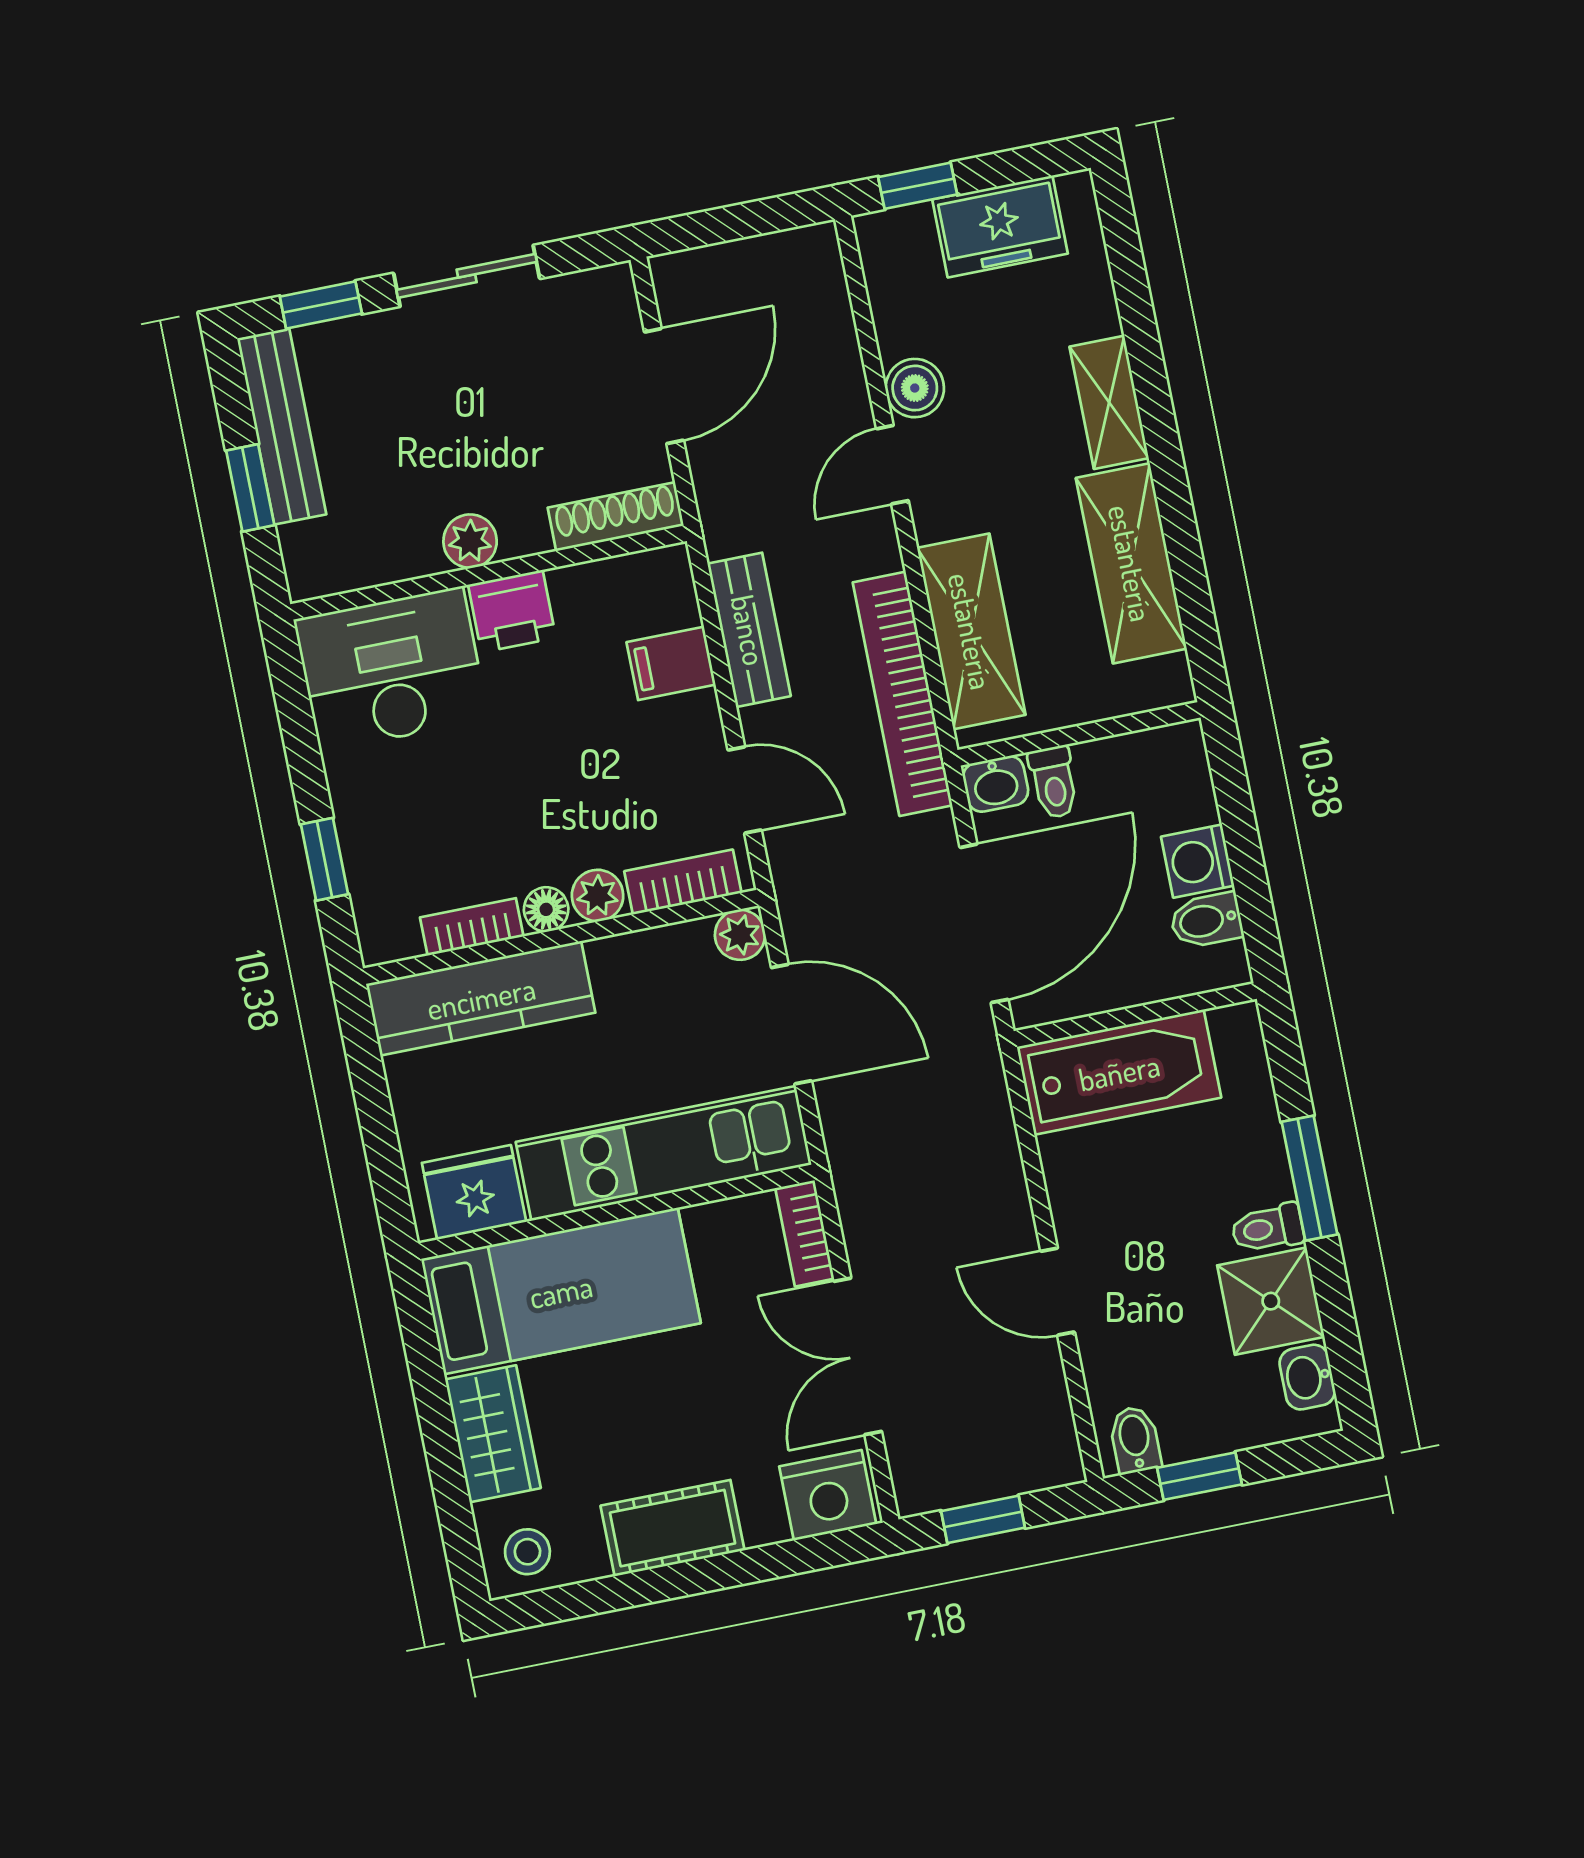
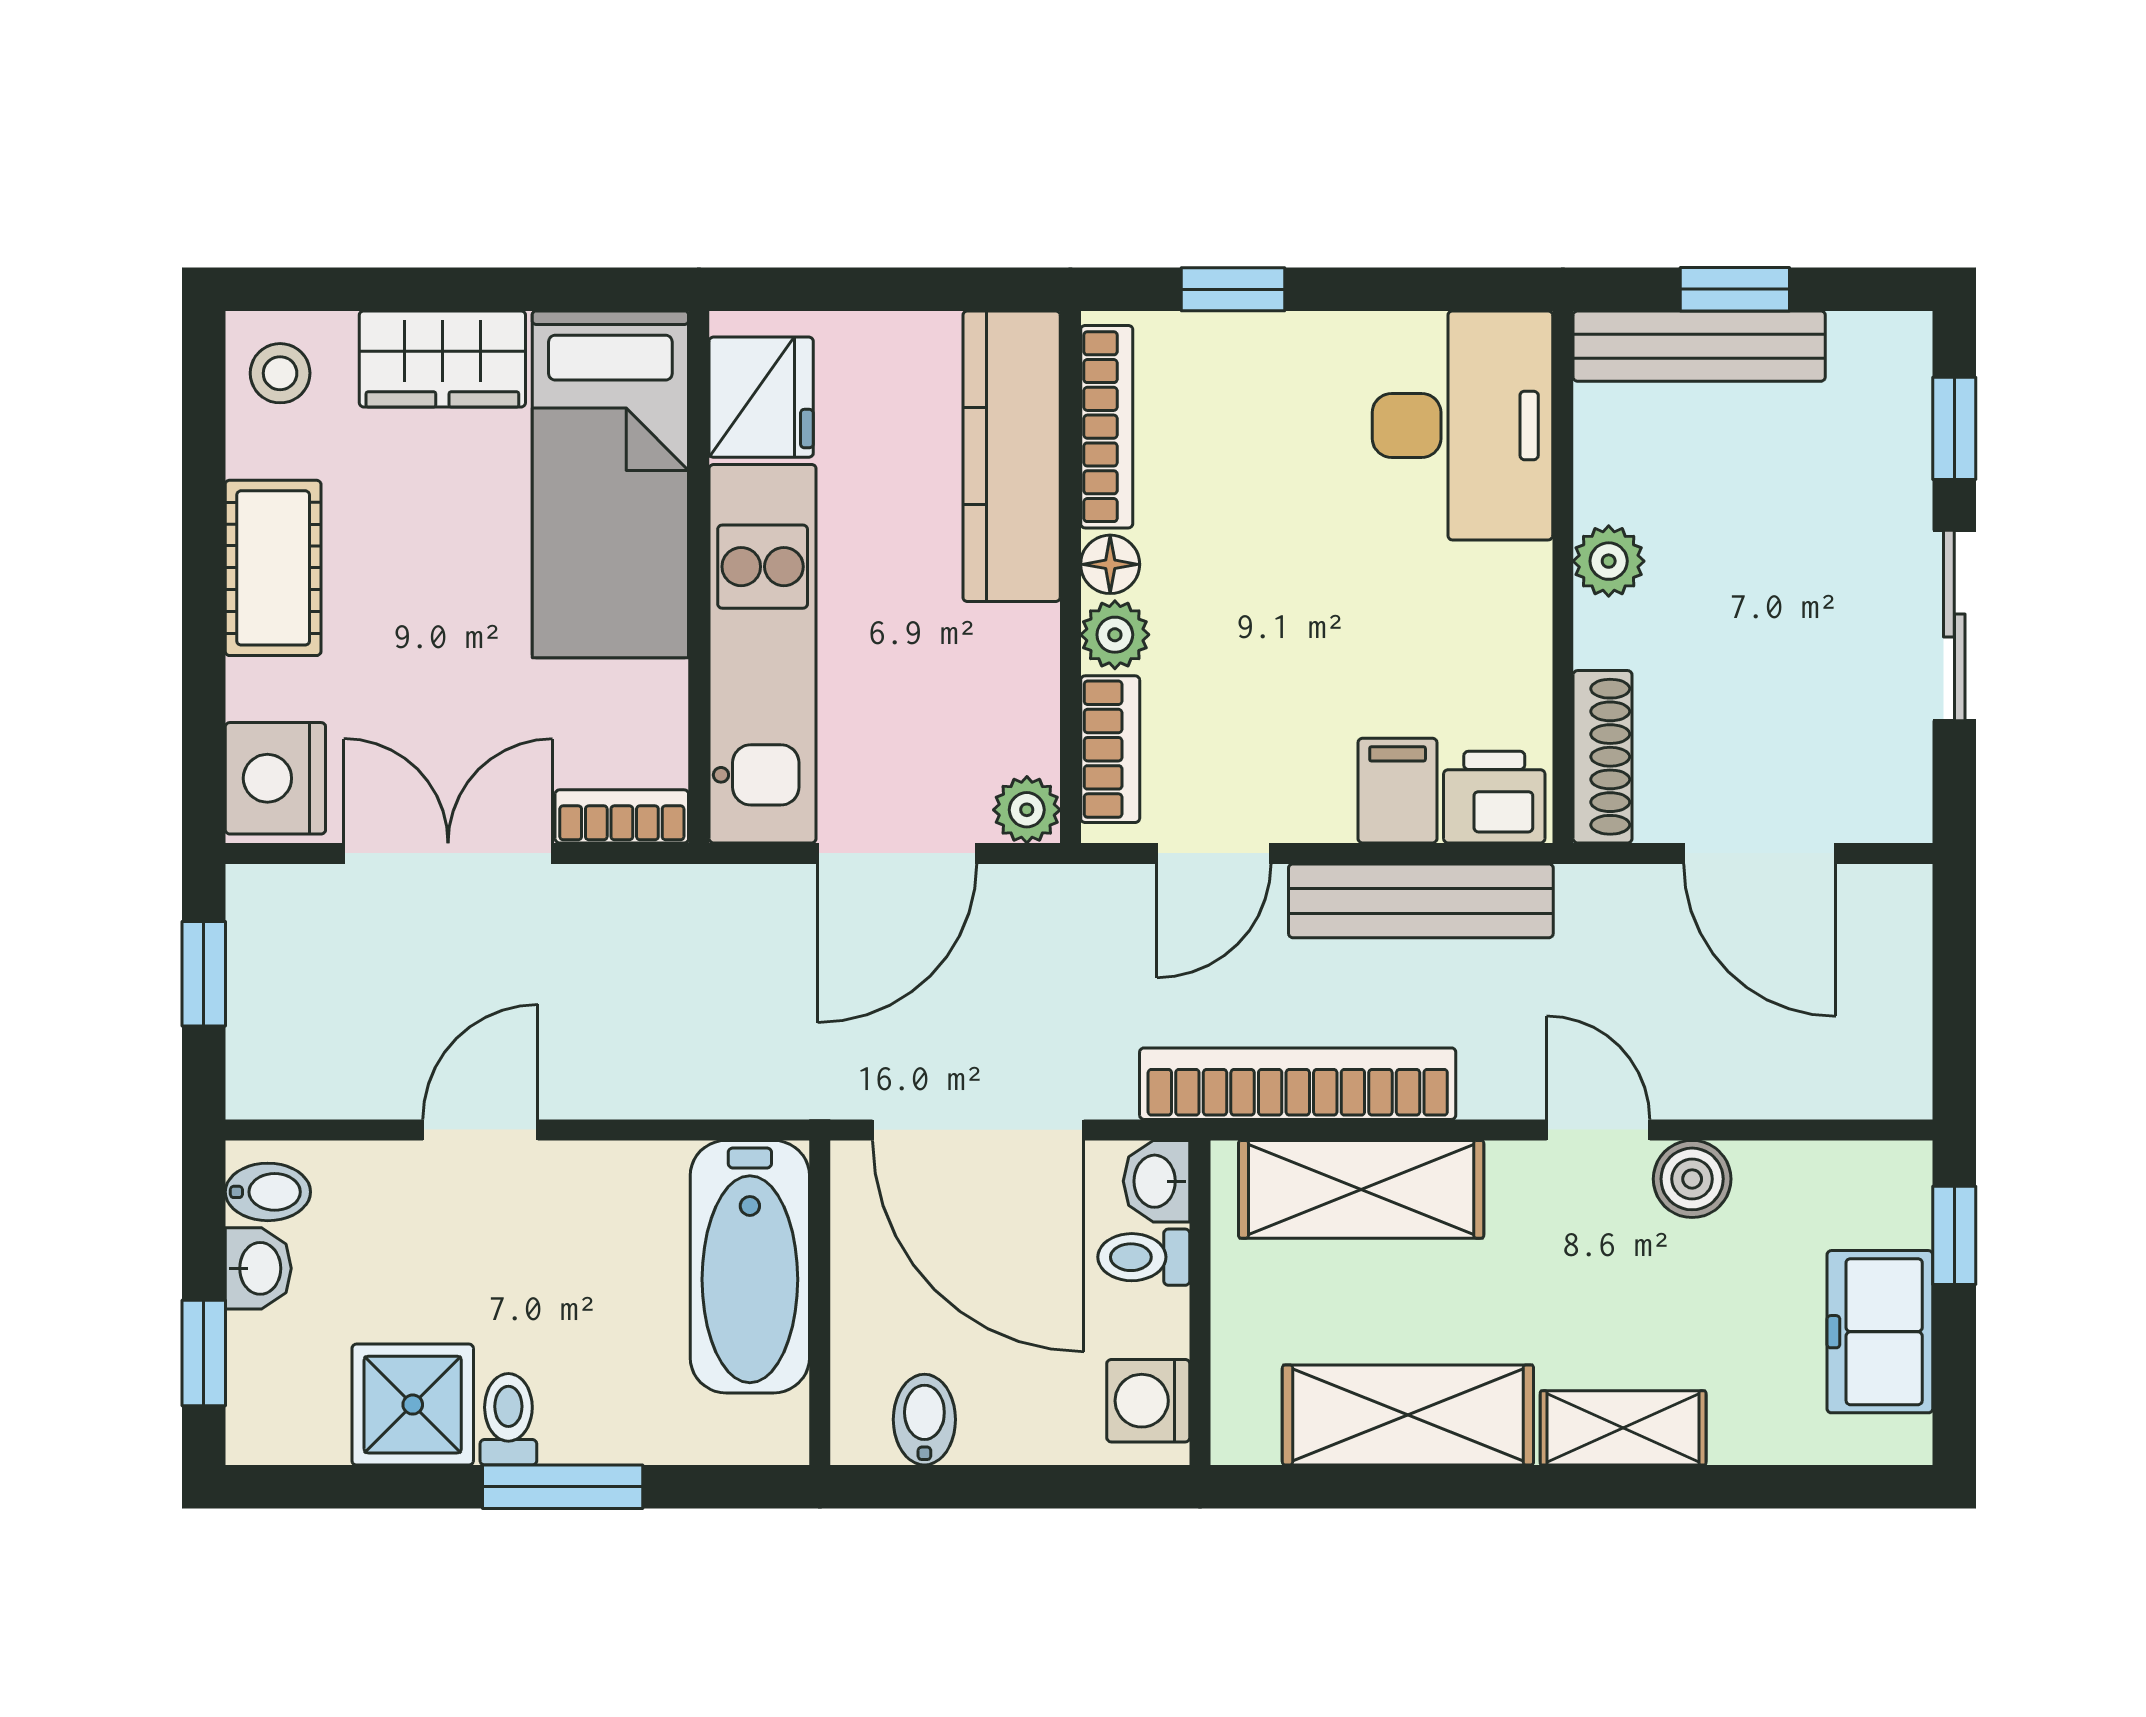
bench: (282, 426) -> (1699, 346), moved
printer: (512, 611) -> (1494, 797), moved, turned 90
bench: (749, 630) -> (1421, 901), width x1.36
washing machine: (1198, 861) -> (1148, 1401), moved, turned -90
bookcase: (472, 927) -> (1107, 427), width x1.56
washbasin: (1307, 1377) -> (258, 1268), moved, turned 90
window: (1199, 1476) -> (204, 1353), moved

